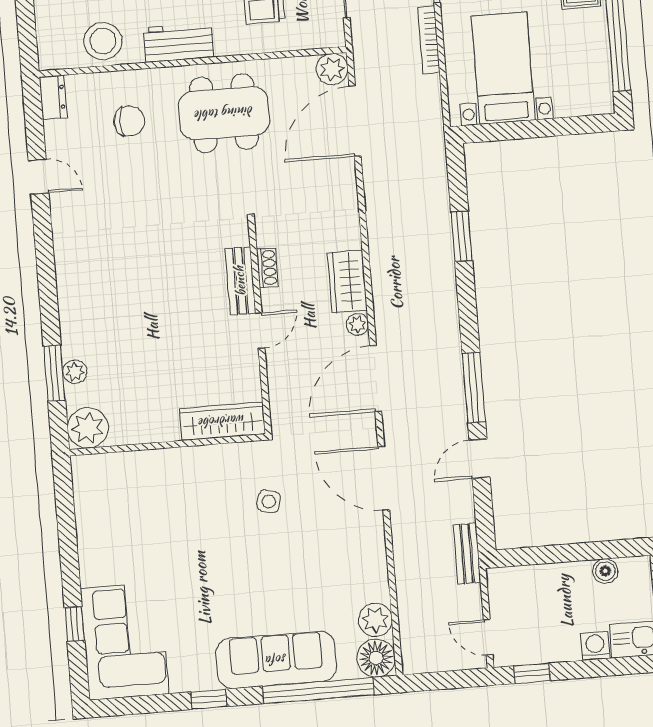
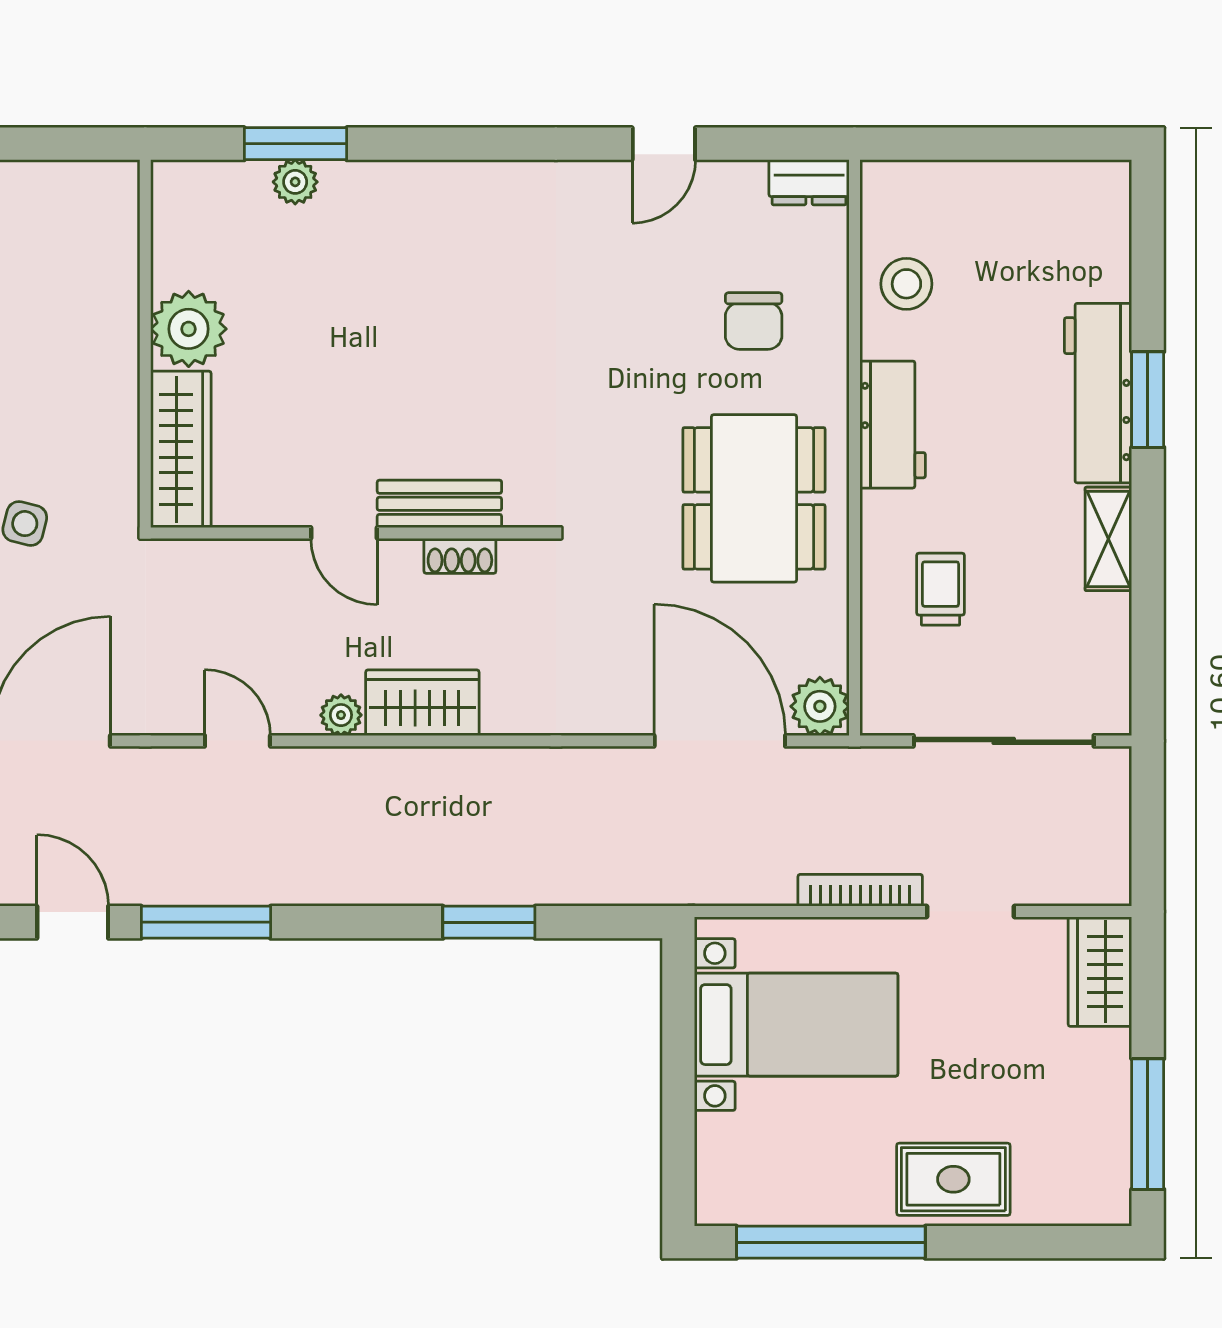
stool: (103, 41) -> (906, 284), width x0.73, depth x0.73
door: (376, 379) -> (237, 741), width x0.53
plant: (88, 428) -> (189, 329), moved

